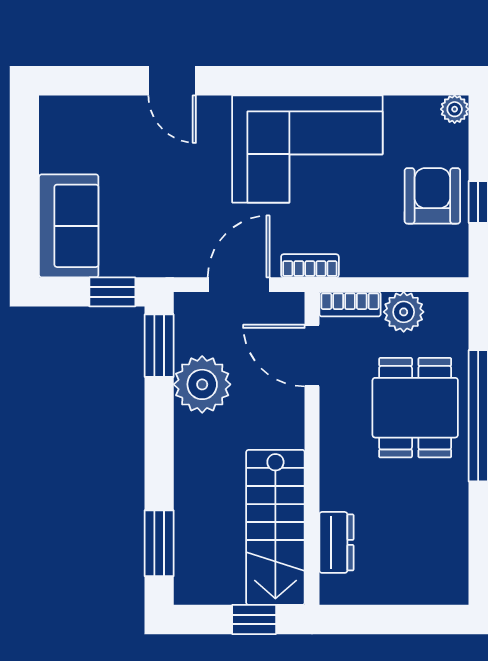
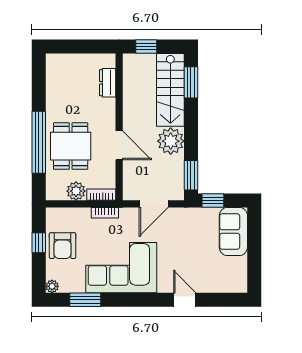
window: (384, 81) -> (85, 300), added
bookcase: (310, 266) -> (105, 213), moved
door: (312, 356) -> (119, 145), moved
plant: (202, 384) -> (171, 141), moved
stairs: (275, 527) -> (170, 90), moved, turned 180

